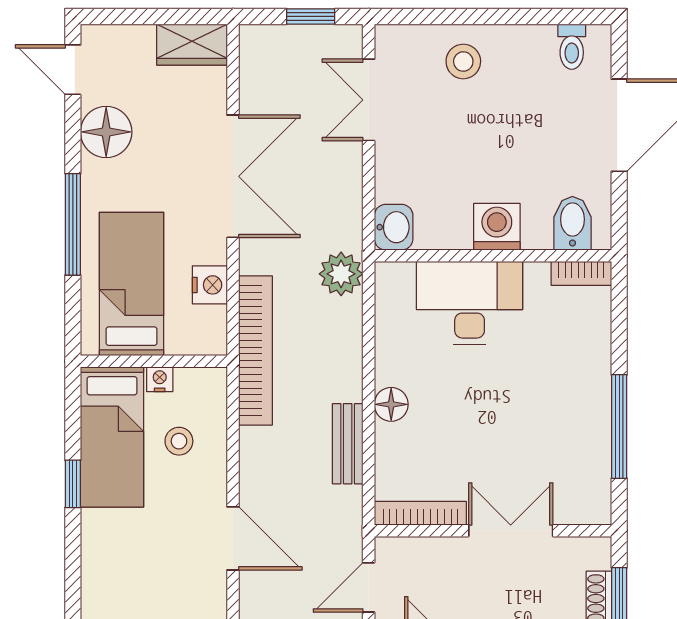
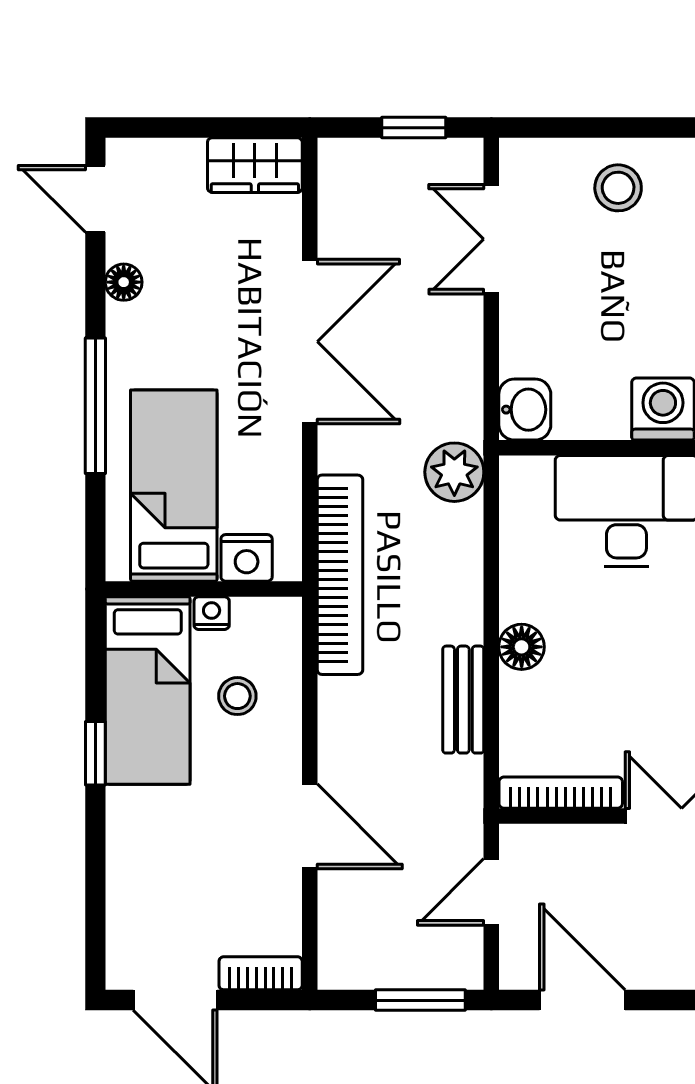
floor lamp: (106, 132) -> (124, 282), width x0.53, depth x0.53
nightstand: (210, 285) -> (247, 558), moved, turned 90

